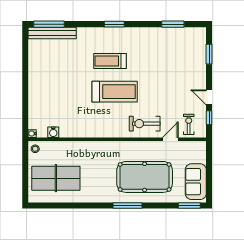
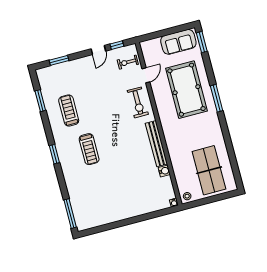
bench: (52, 33) -> (156, 144), moved
treadmill: (115, 92) -> (69, 111), moved, width x0.73, depth x0.73
water cooler: (53, 132) -> (164, 171), moved
door: (170, 139) -> (146, 75), swing flipped

